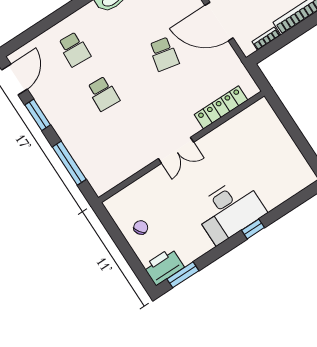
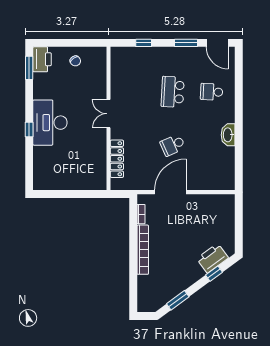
school desk: (164, 54) -> (173, 145), turned -36
school desk: (103, 94) -> (173, 92), width x1.85
window: (69, 163) -> (144, 43), width x0.46

